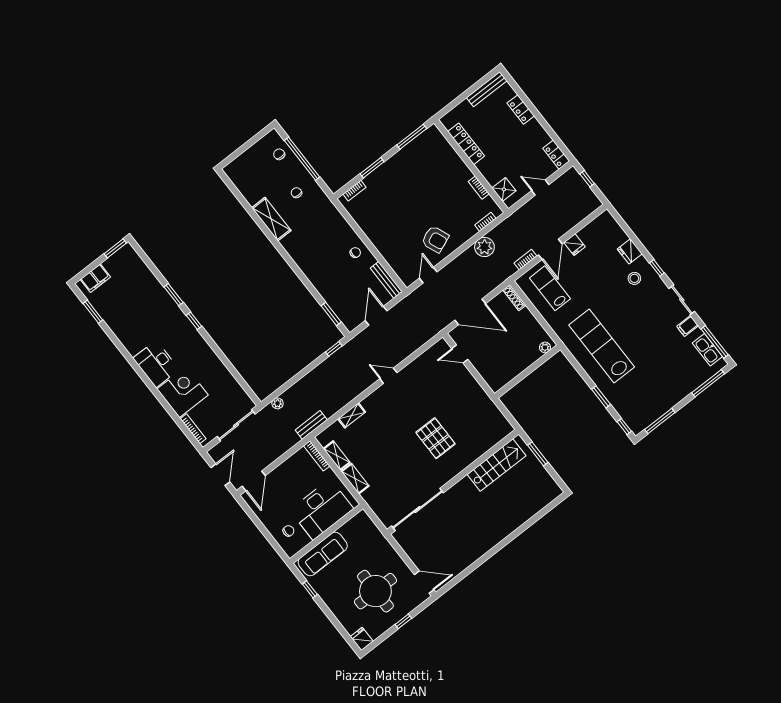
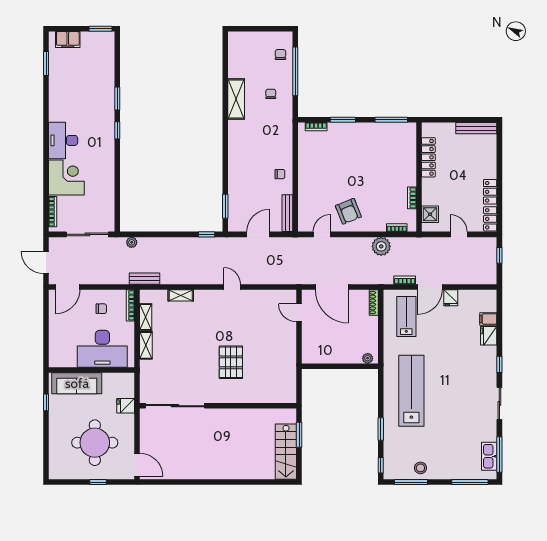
locker: (521, 109) -> (490, 192), moved
stool: (634, 278) -> (420, 468), moved
filing cabinet: (688, 326) -> (488, 319), moved
stairs: (497, 465) -> (286, 452), moved, turned 90
door: (220, 475) -> (46, 263), swing flipped
chair: (288, 531) -> (101, 309), moved
fridge: (362, 639) -> (126, 406), moved, turned -90

